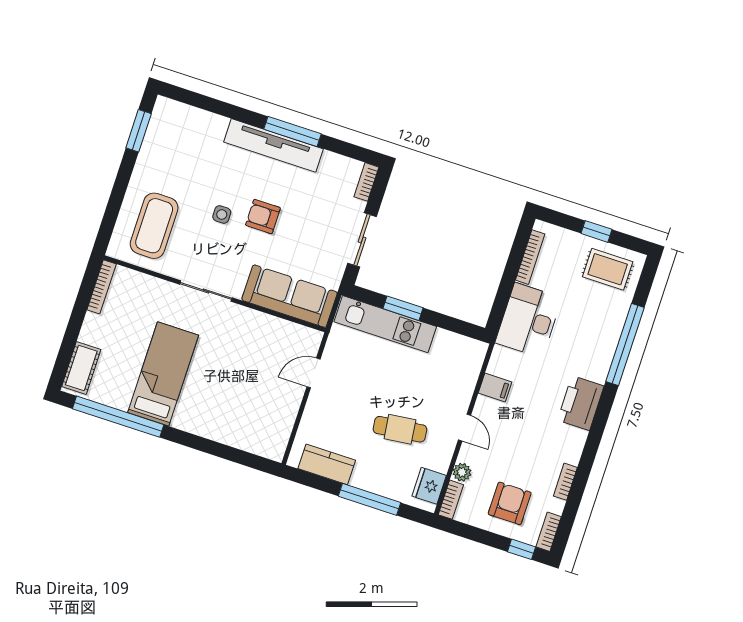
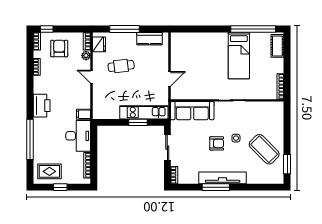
coffee table: (154, 226) -> (264, 149), moved, turned -45
filing cabinet: (495, 388) -> (84, 114), moved
armchair: (510, 503) -> (59, 48), turned 180

